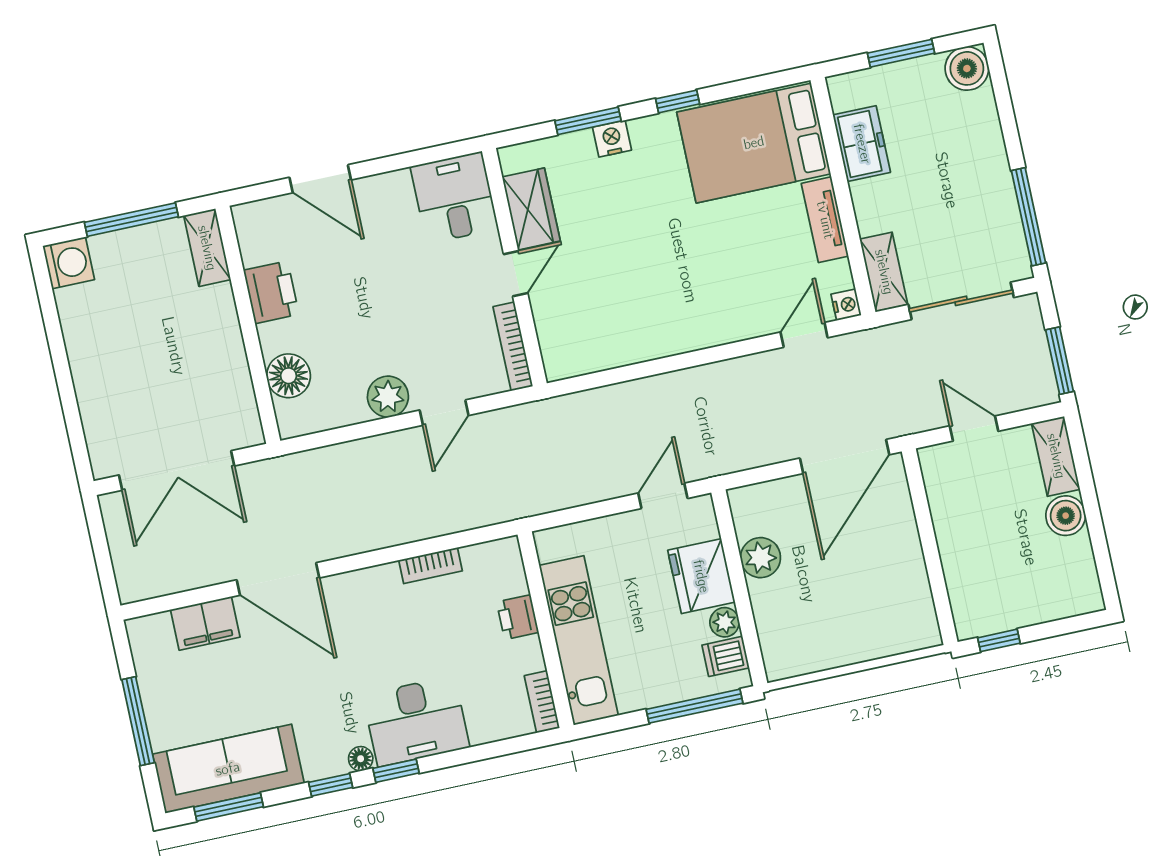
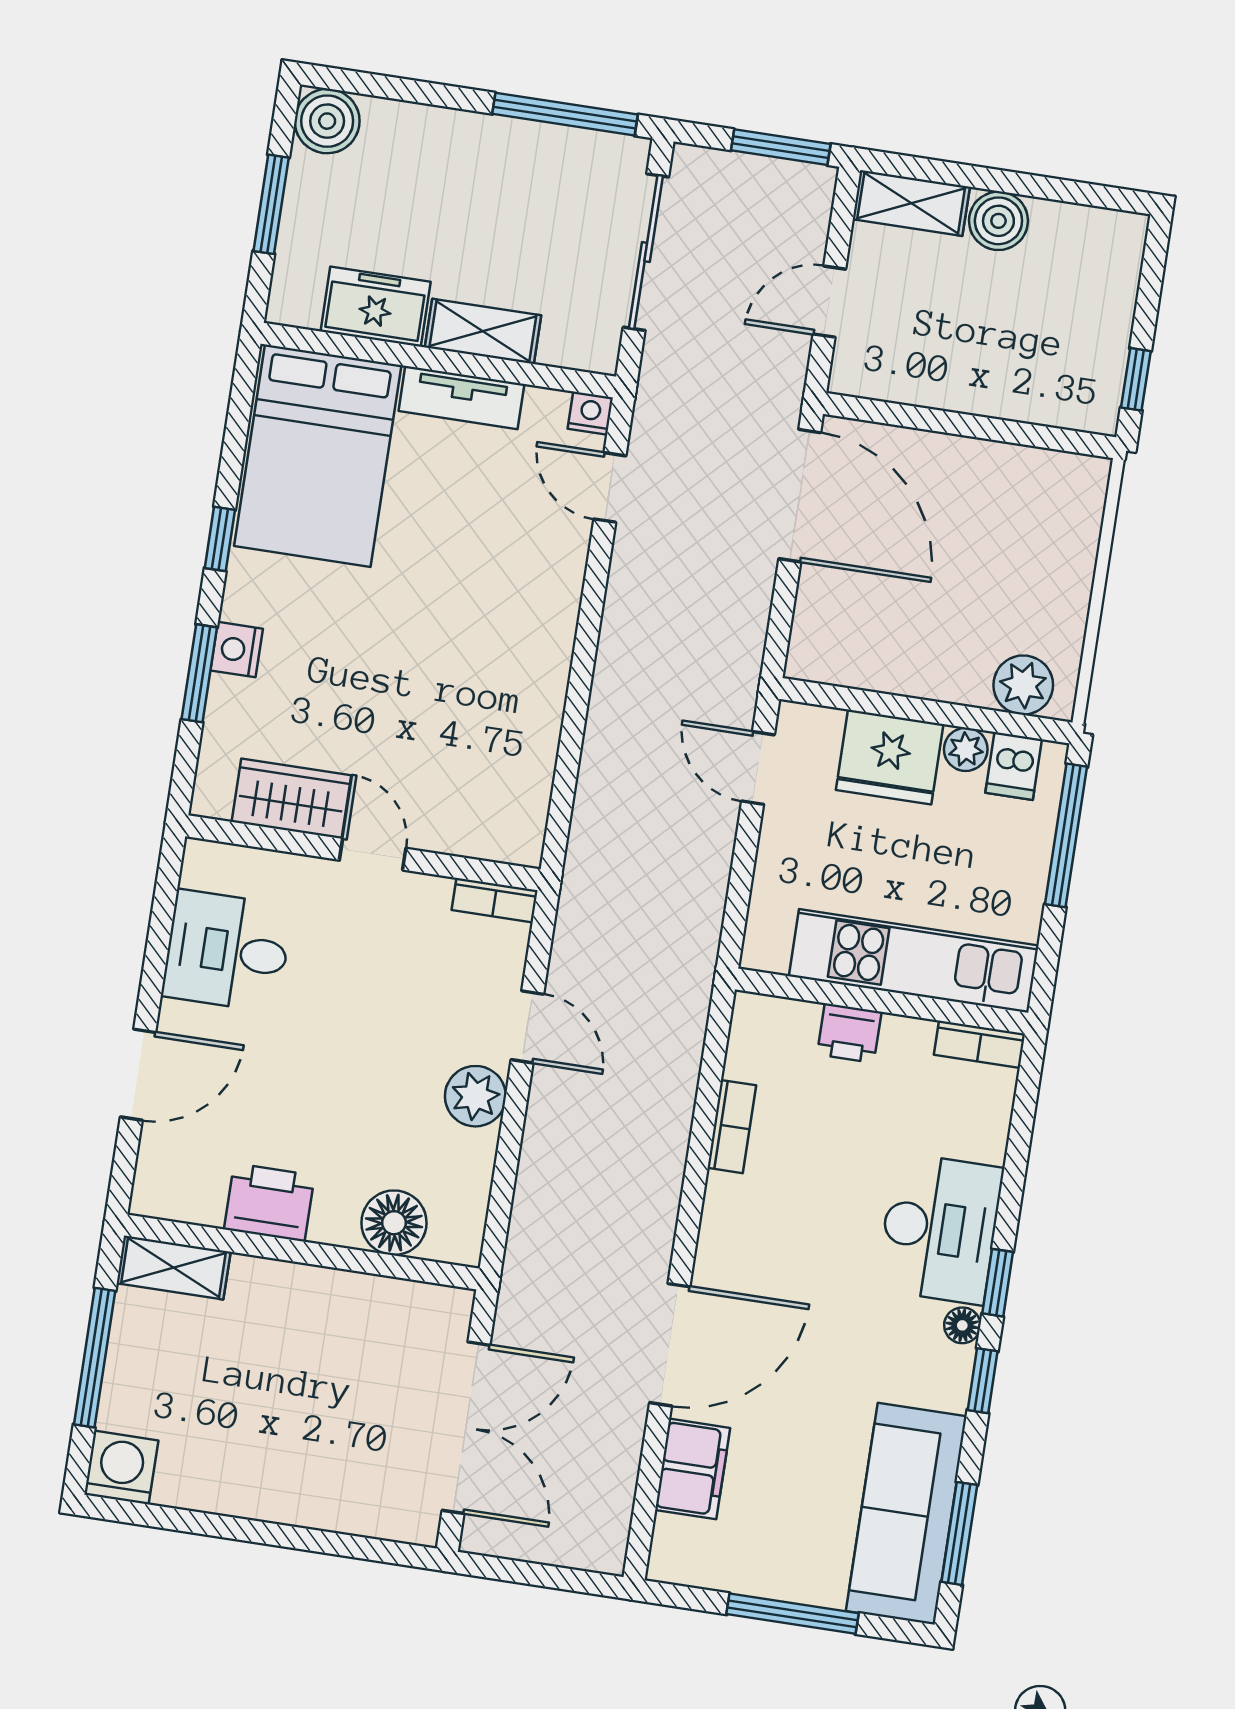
desk: (454, 198) -> (227, 951), moved
shelving: (884, 272) -> (483, 331), moved
bookcase: (513, 346) -> (495, 900), width x0.64
plant: (761, 558) -> (1023, 685), moved

